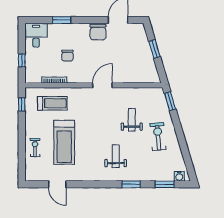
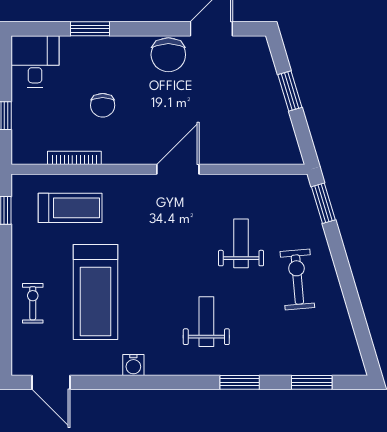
water cooler: (179, 176) -> (133, 365), moved
door: (57, 184) -> (51, 382), moved

